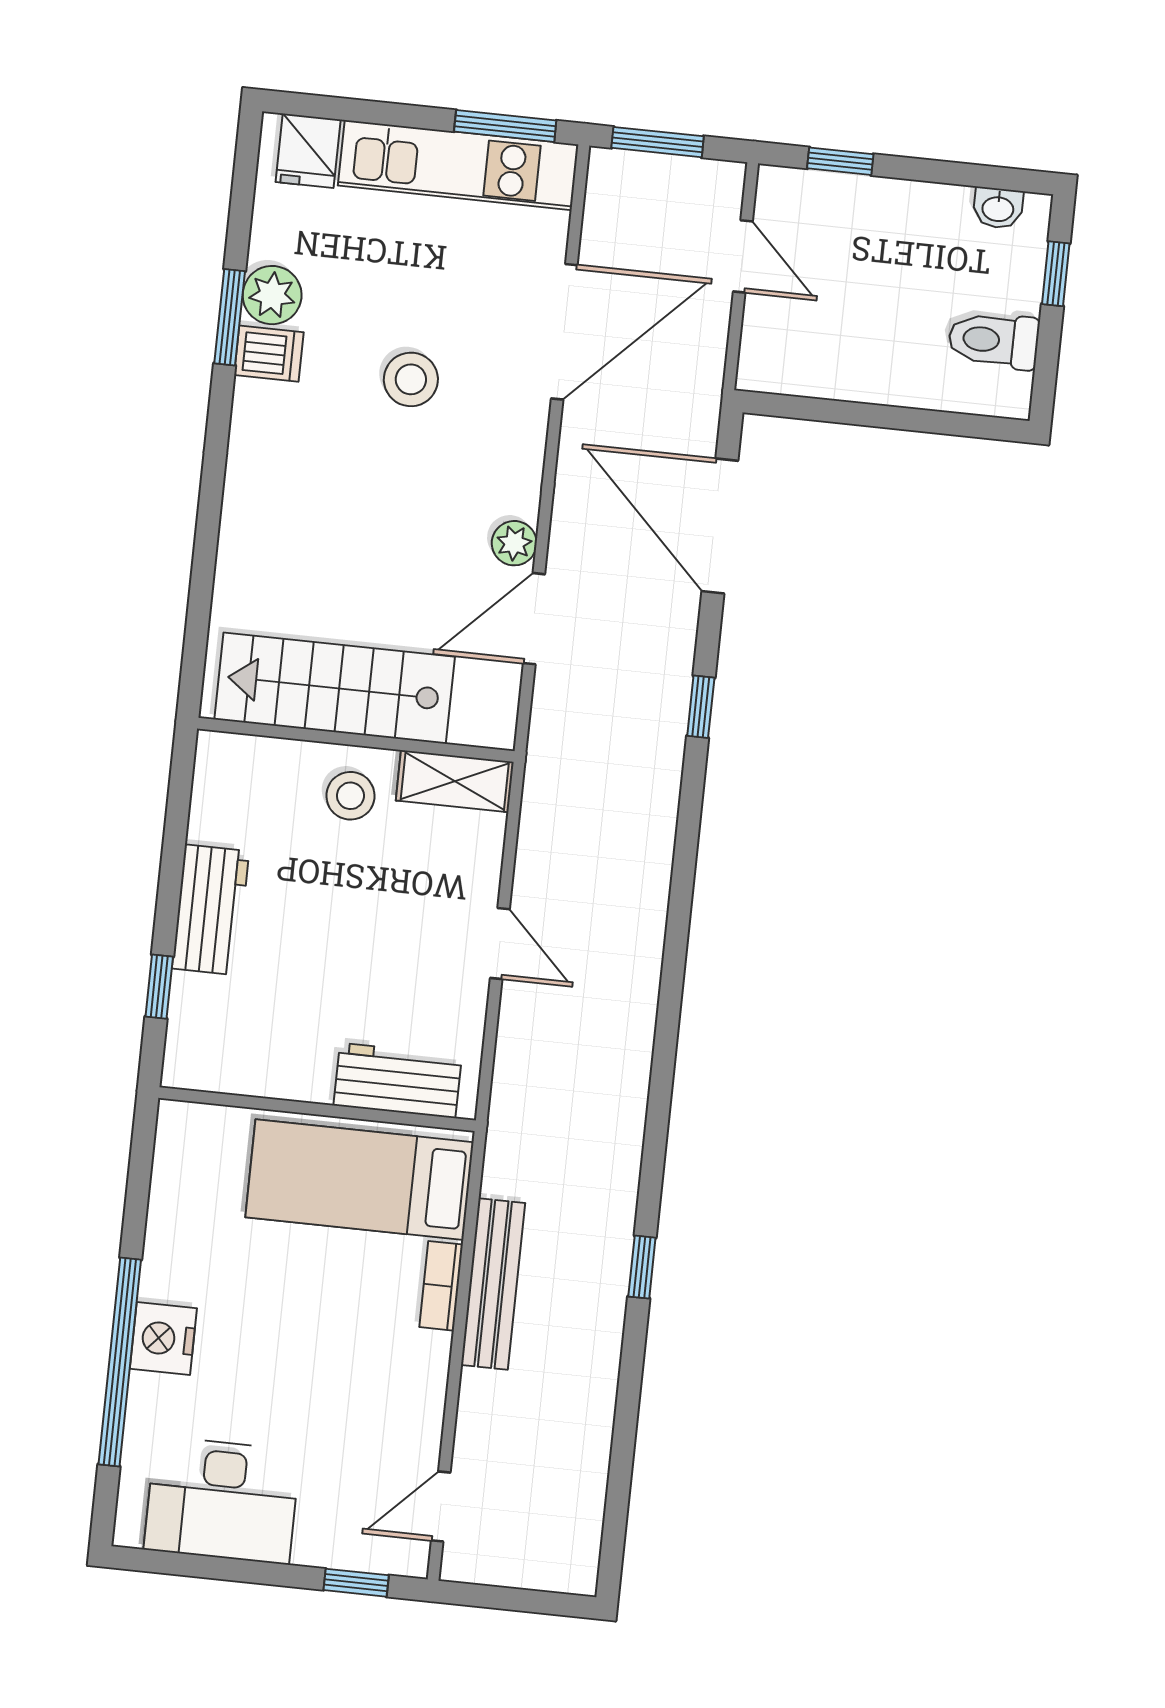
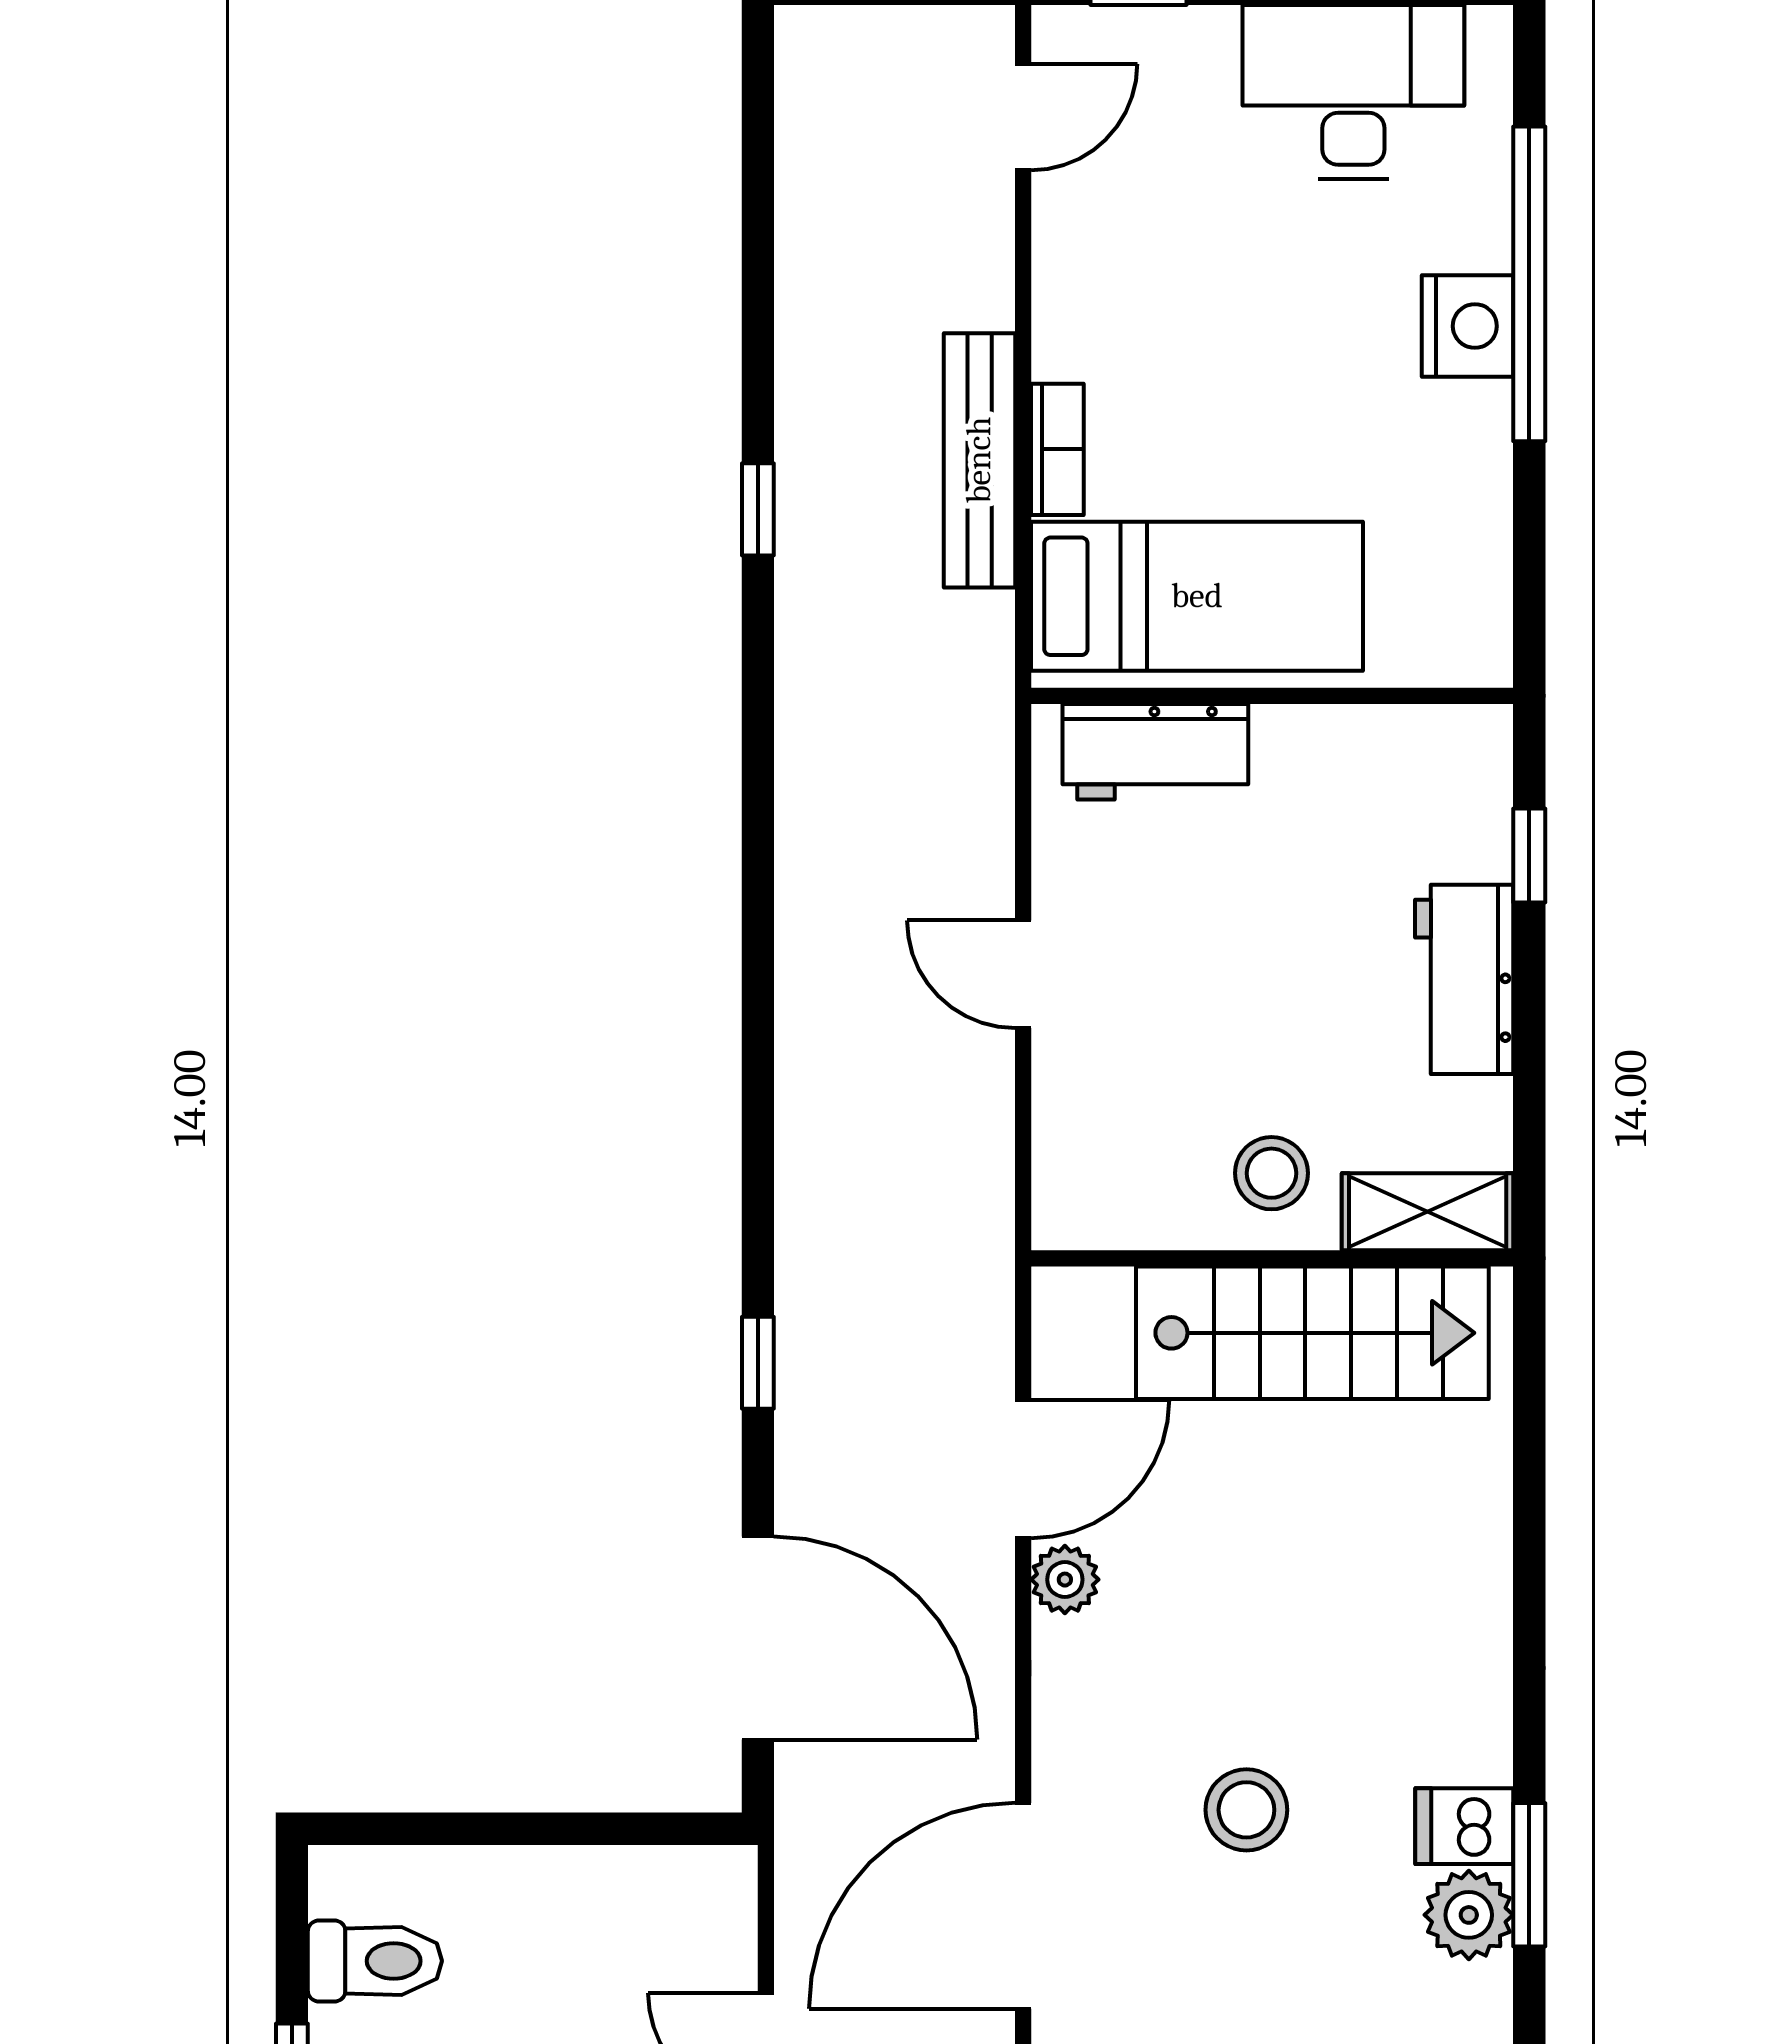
shelving: (455, 781) -> (1428, 1212), moved

